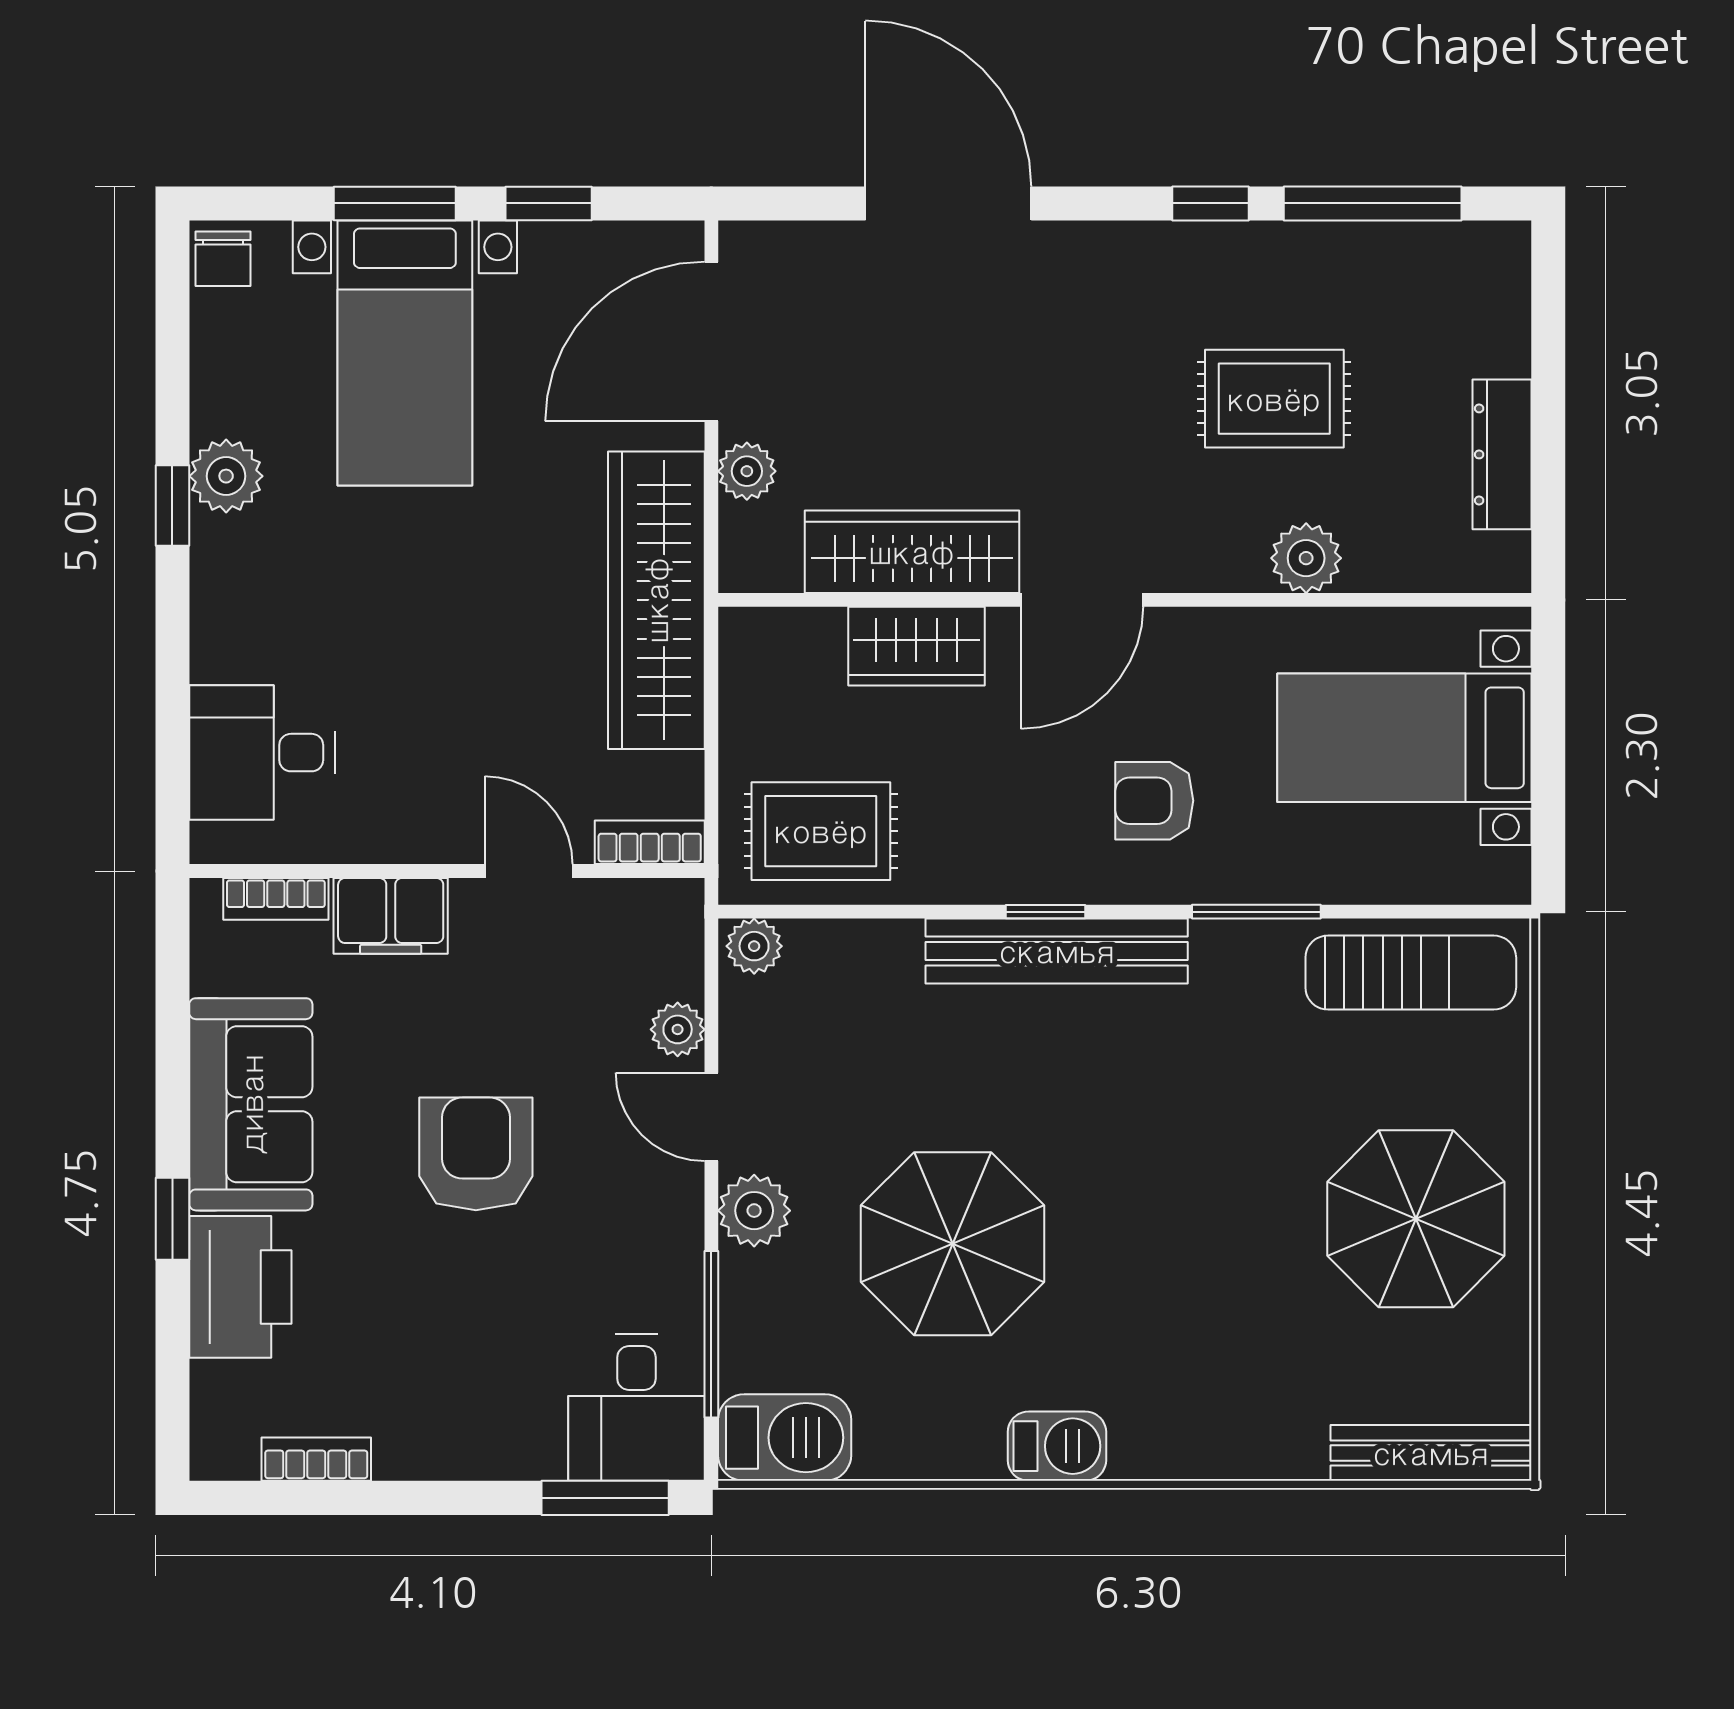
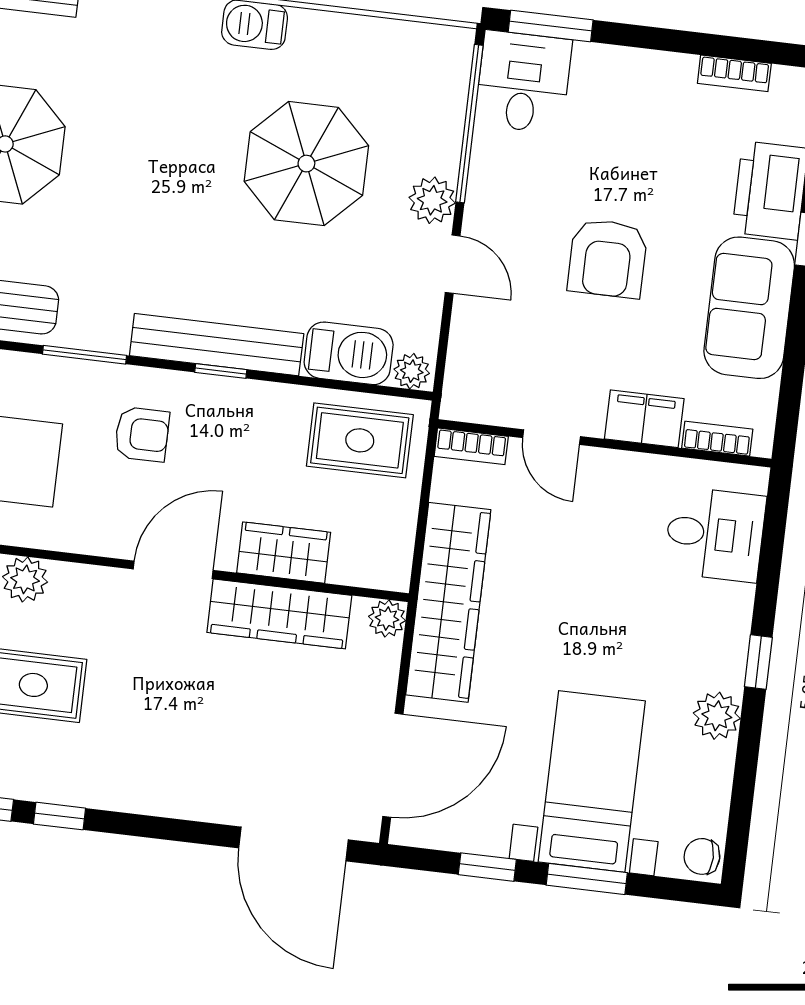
door: (948, 203) -> (294, 844), moved
chair: (223, 259) -> (702, 856), turned -90
plant: (747, 471) -> (387, 618), moved
window: (172, 505) -> (758, 662), moved
plant: (678, 1029) -> (468, 323), removed
window: (711, 1334) -> (469, 124), width x1.46
barbecue: (785, 1438) -> (349, 353), moved, turned 180

